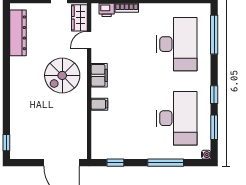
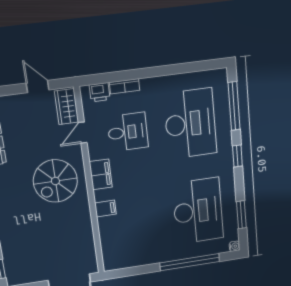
desk: (125, 44) -> (128, 132), added
window: (214, 95) -> (237, 156), moved
window: (115, 163) -> (132, 271), removed
window: (166, 163) -> (190, 262), width x1.46

